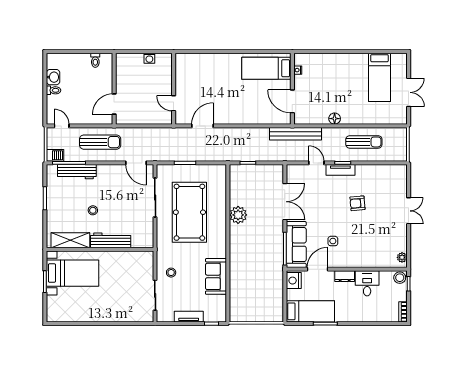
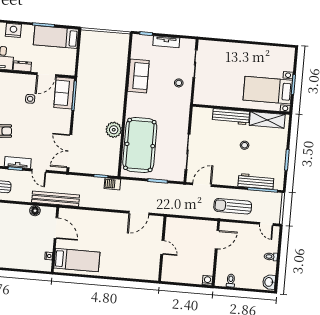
washing machine: (149, 58) -> (207, 280), moved
washbasin: (53, 77) -> (269, 282), moved
door: (174, 103) -> (162, 247), moved
floor lamp: (335, 119) -> (35, 211), moved
barbecue: (55, 155) -> (112, 184), moved
door: (136, 163) -> (202, 185), hinge flipped
double door: (285, 202) -> (69, 151), moved
pool table: (189, 212) -> (140, 145), moved
sofa: (296, 245) -> (64, 93), width x0.73
nightstand: (294, 281) -> (13, 30), moved, turned -90

